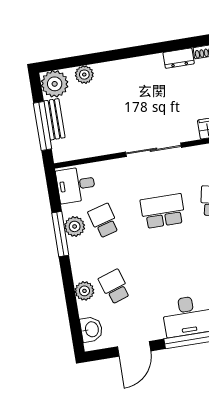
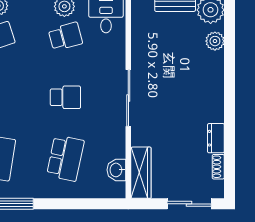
school desk: (163, 211) -> (65, 97), width x0.54

